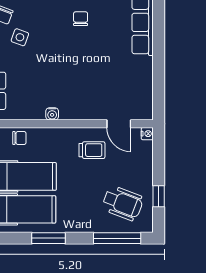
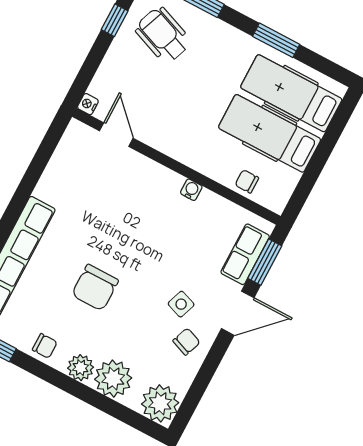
chair: (81, 19) -> (95, 288), width x1.87, depth x1.87
trolley: (92, 150) -> (166, 120), removed

